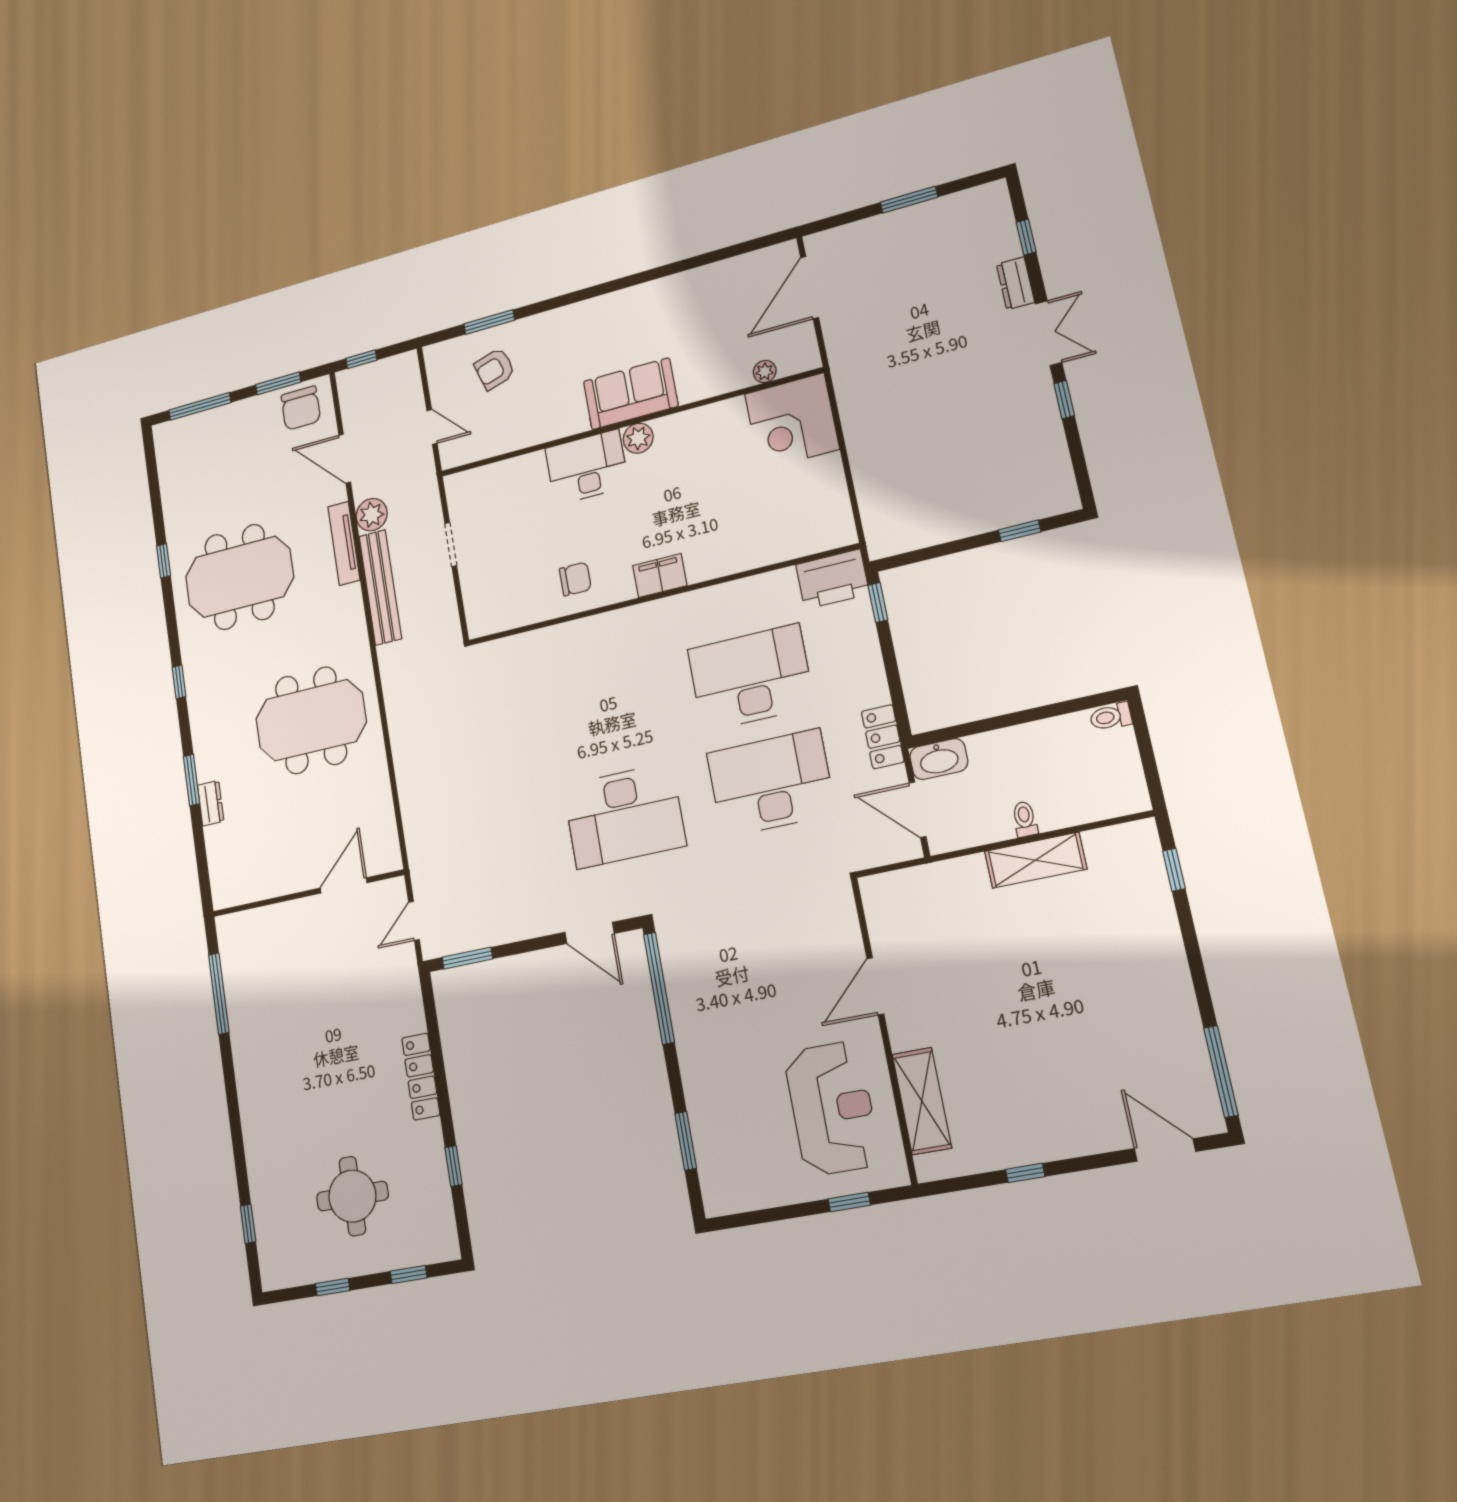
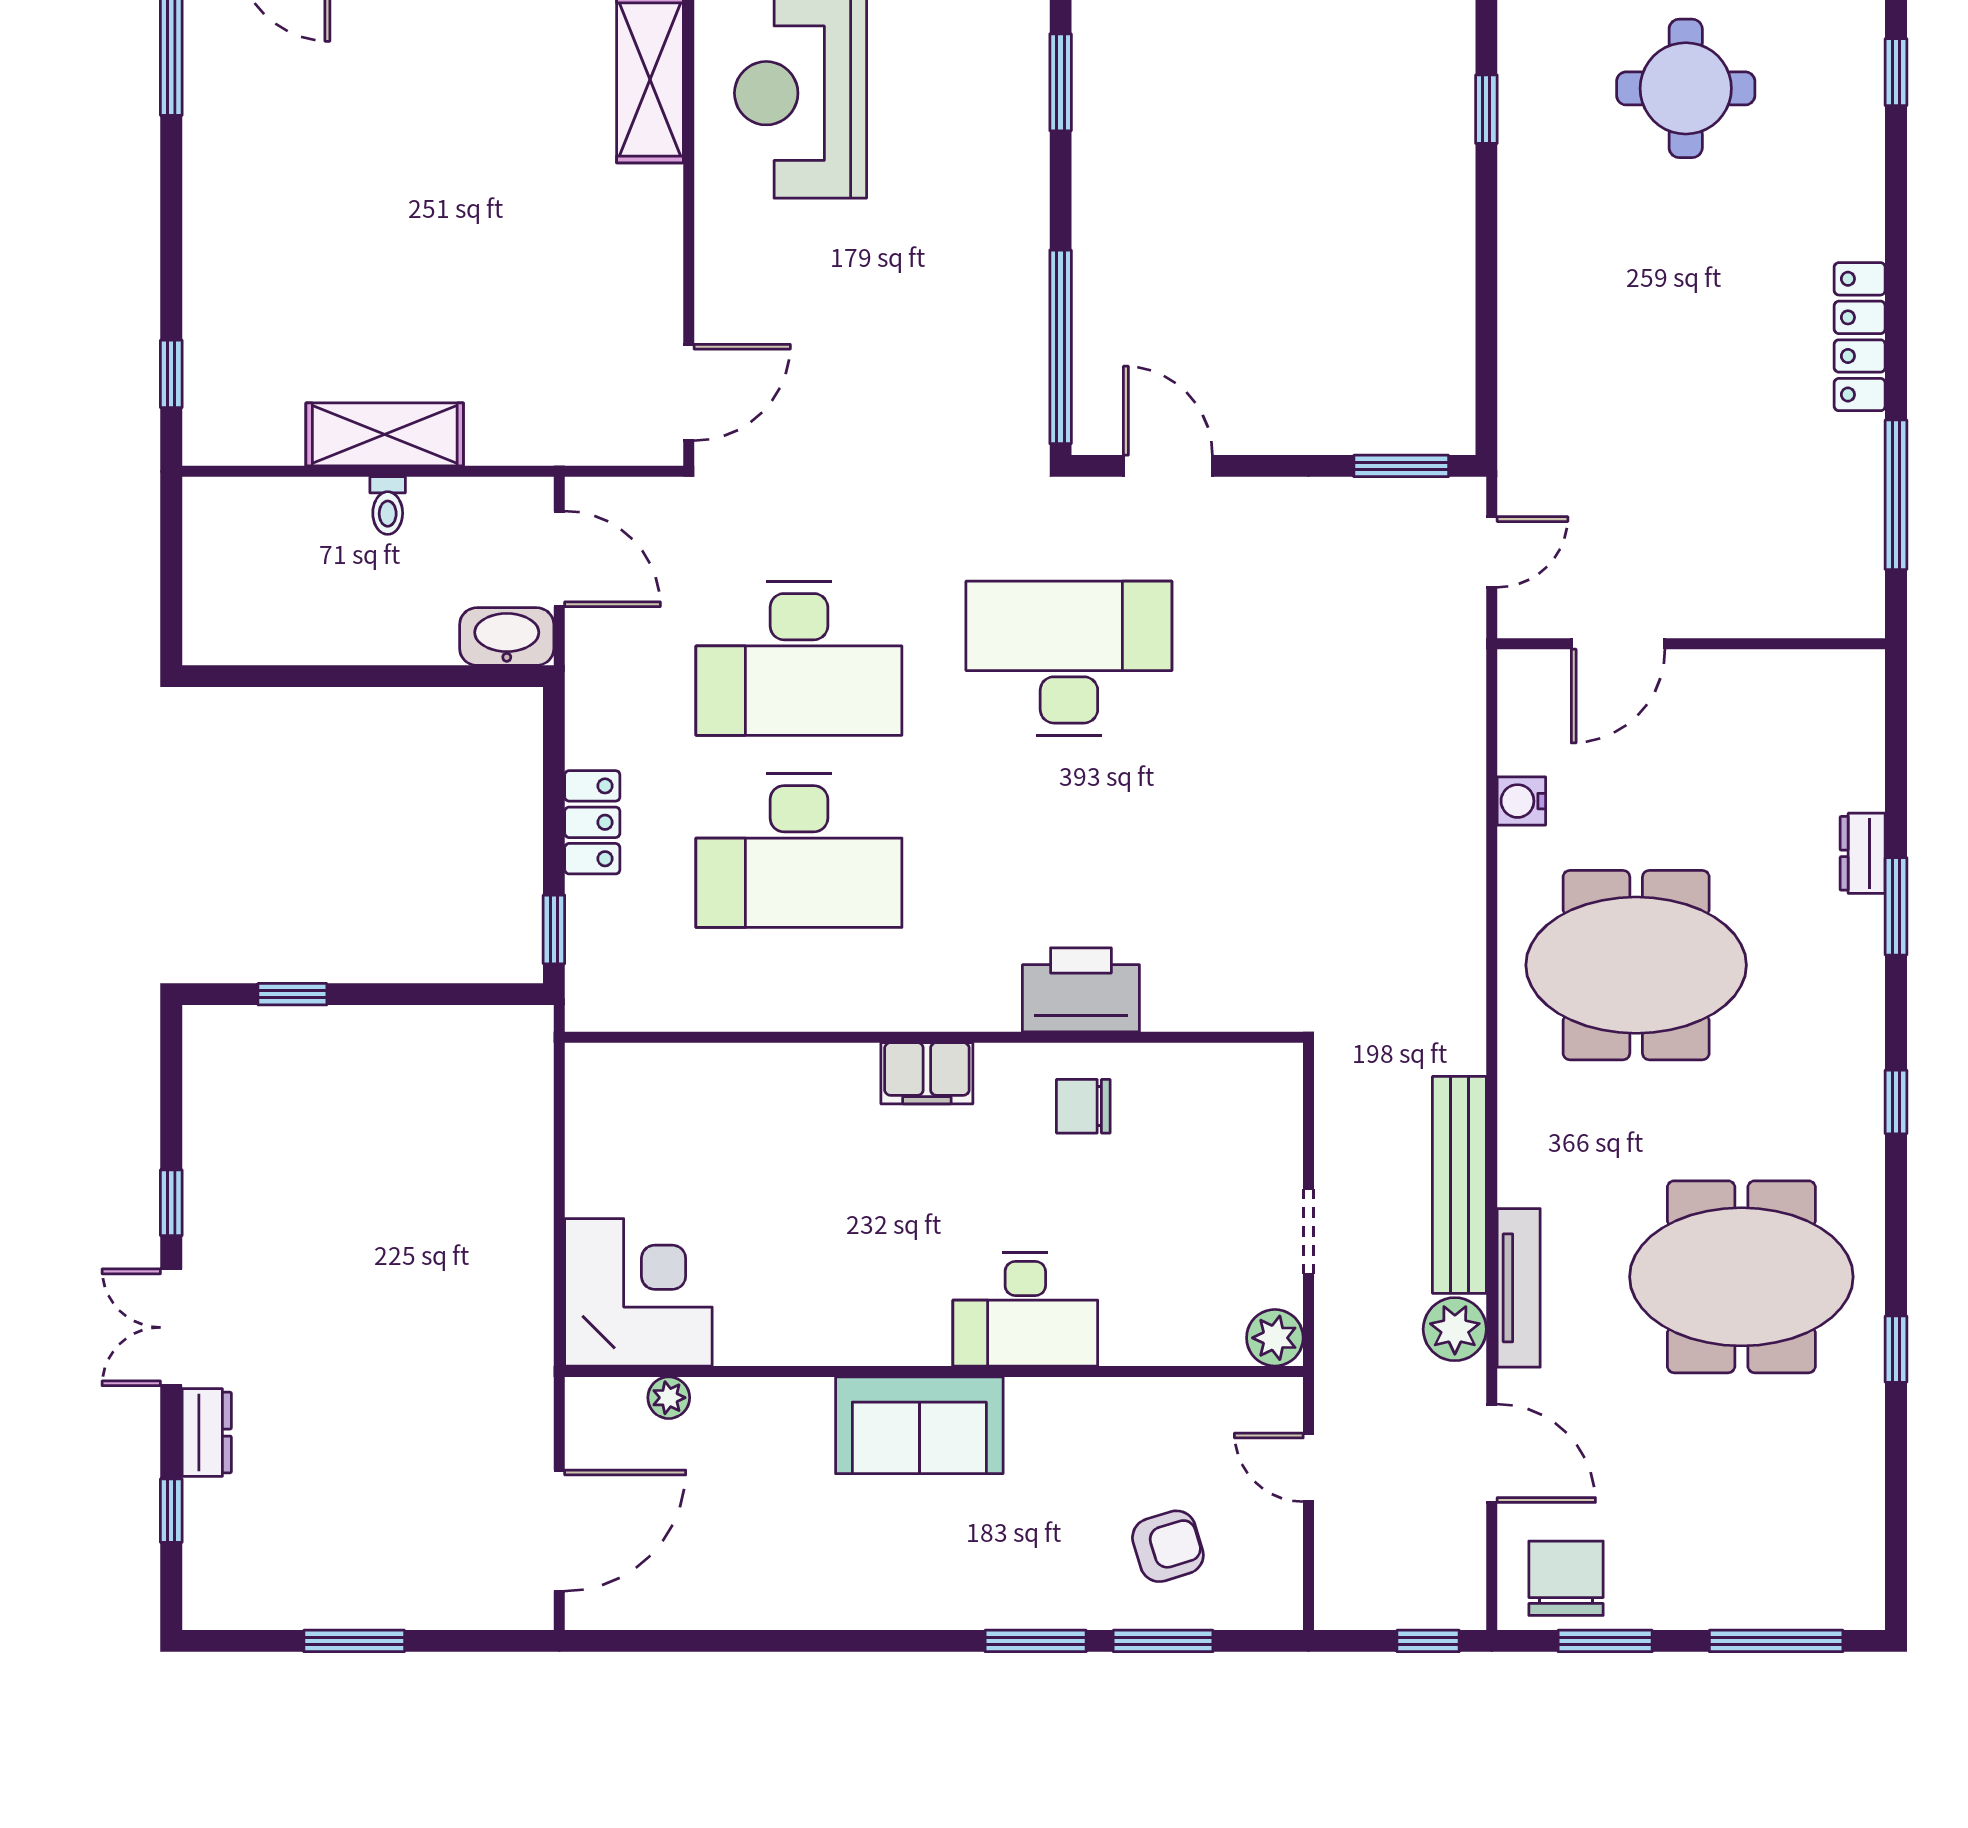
window: (552, 304) -> (1036, 1641), added
plant: (638, 438) -> (1275, 1338), moved
printer: (832, 579) -> (1081, 990), moved
toilet: (1111, 717) -> (214, 644), removed
locker: (883, 737) -> (592, 822), moved
water cooler: (379, 792) -> (1521, 801), added
door: (875, 986) -> (689, 392), moved
locker: (421, 1077) -> (1860, 337), moved, turned 180

